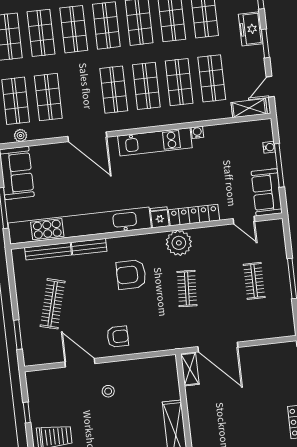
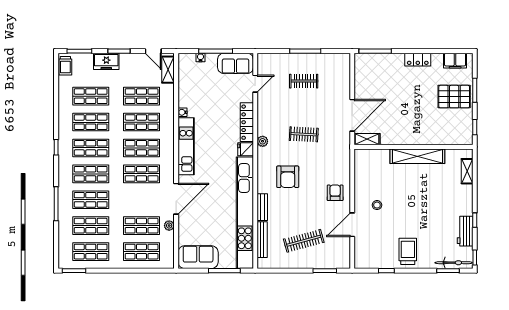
plant: (21, 136) -> (169, 226), moved
plant: (179, 243) -> (263, 141), width x0.53, depth x0.53
clothes rail: (53, 304) -> (304, 241), turned -30

